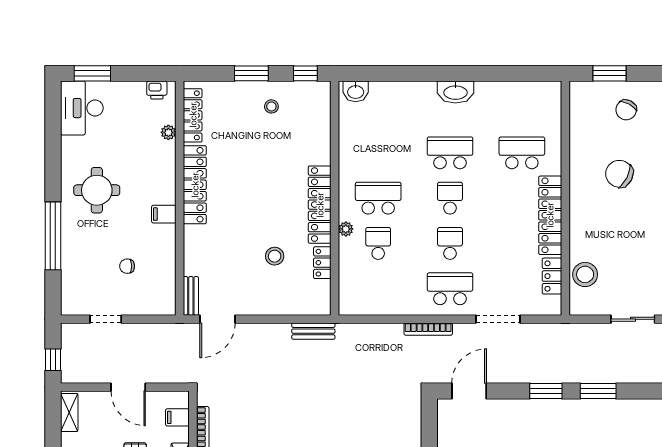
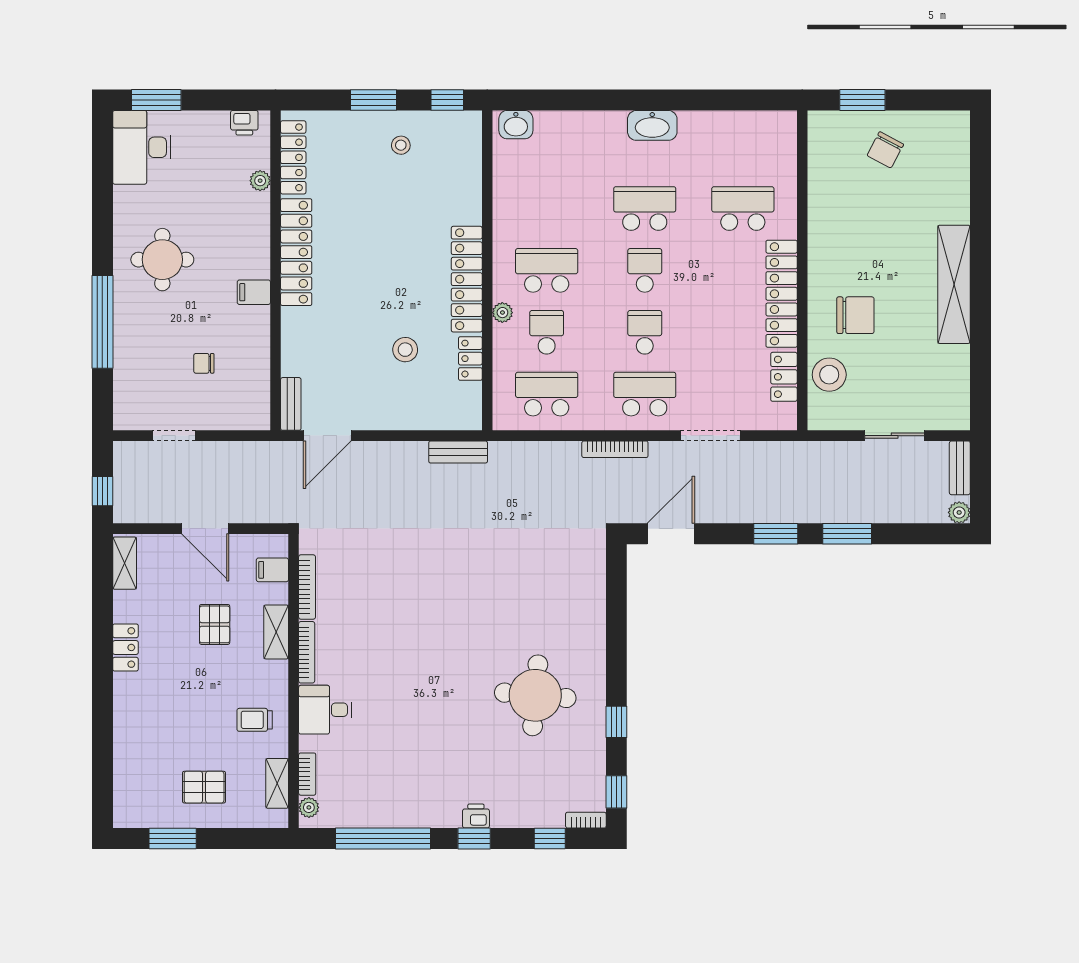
chair: (619, 174) -> (855, 315), moved, turned 153
school desk: (378, 289) -> (547, 394), added

